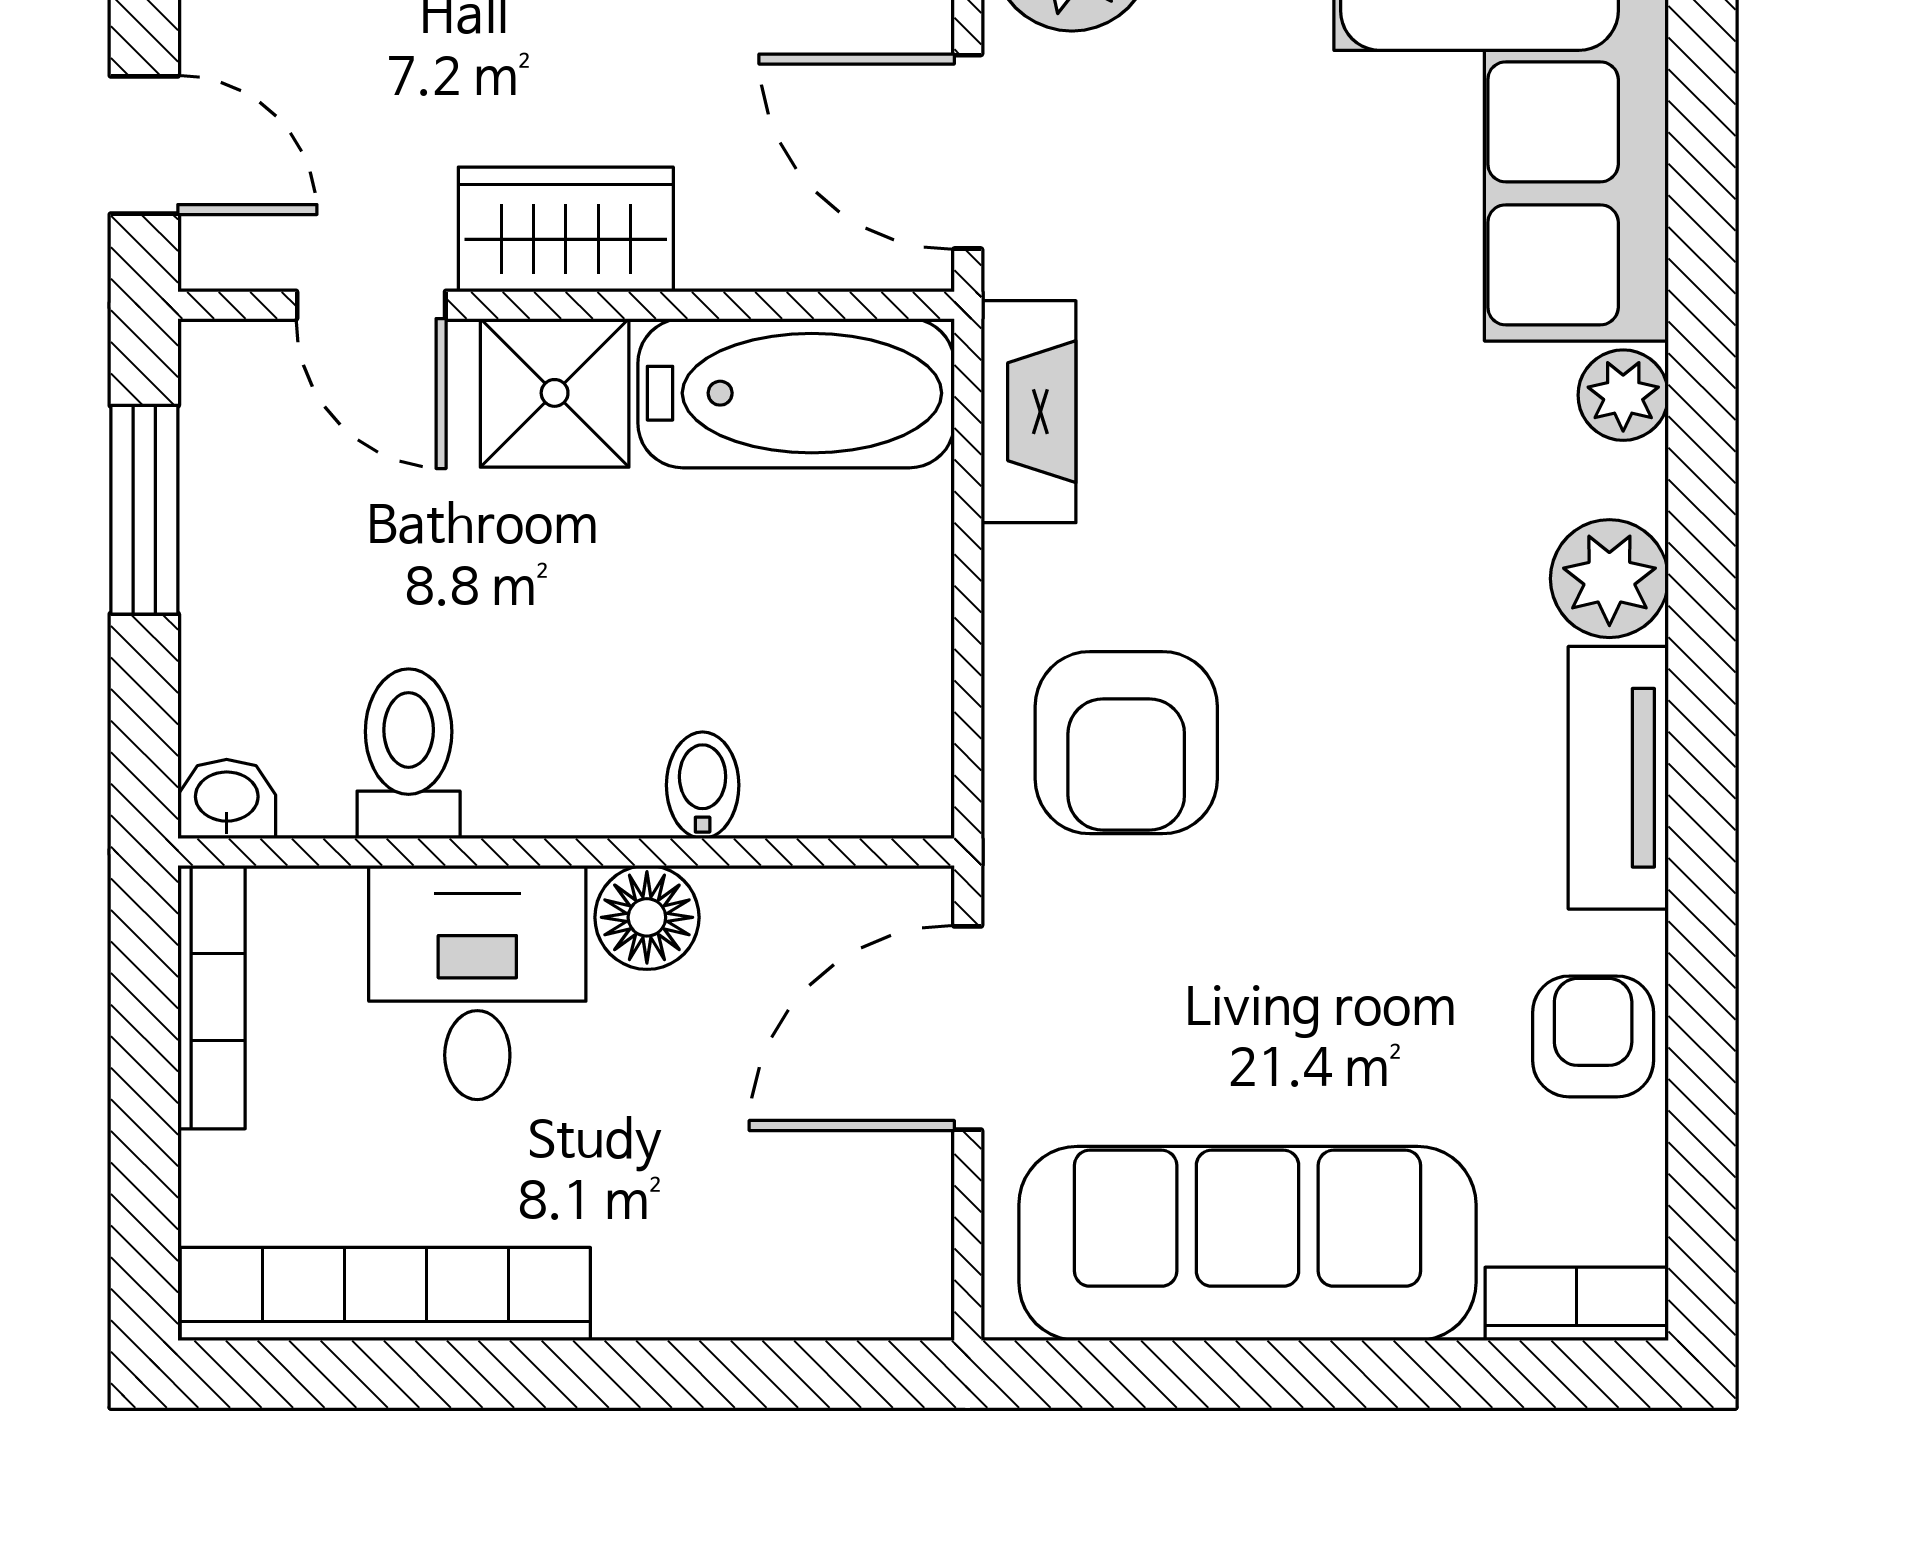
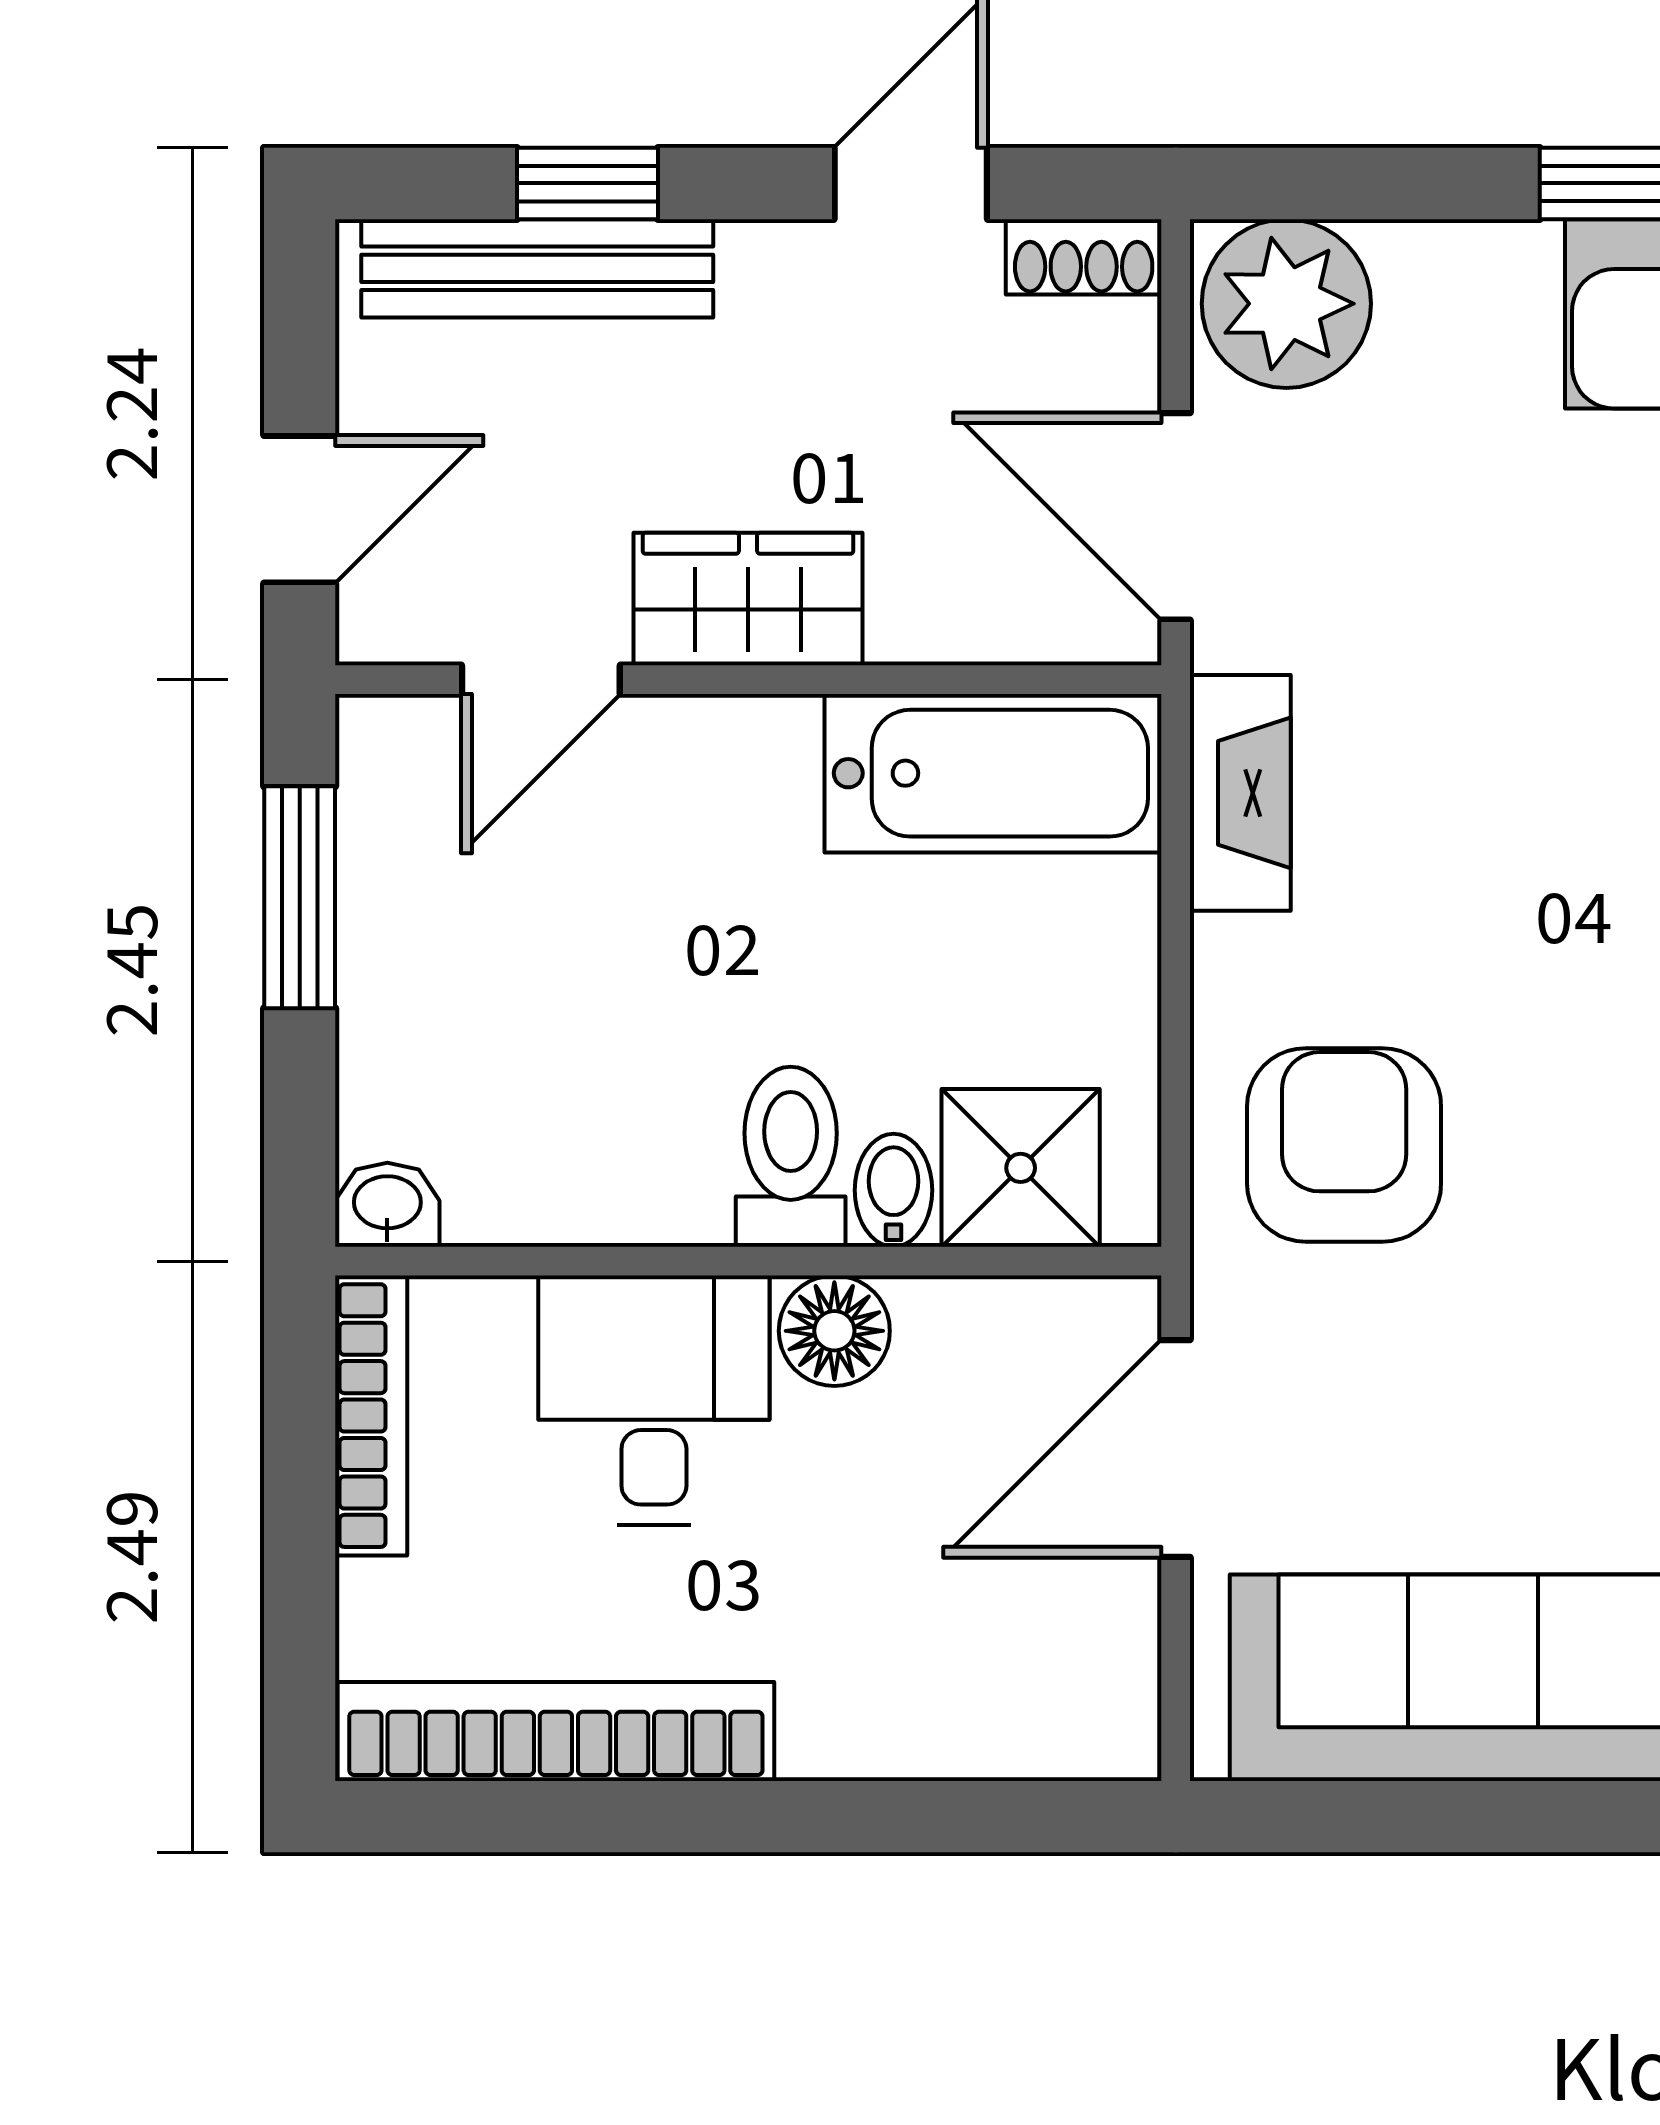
door: (144, 145) -> (300, 509), hinge flipped
door: (371, 305) -> (541, 680), hinge flipped
shower: (555, 393) -> (1021, 1168), moved
armchair: (1126, 743) -> (1344, 1145), turned 180
toilet: (409, 754) -> (791, 1157), moved

